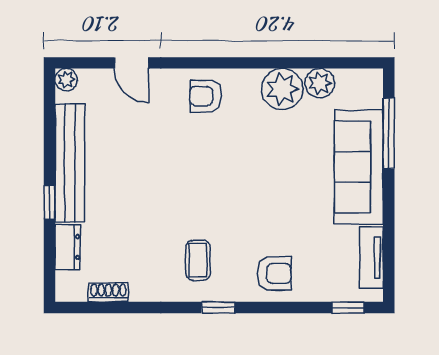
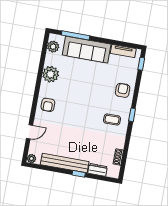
plant: (320, 83) -> (53, 47), moved

